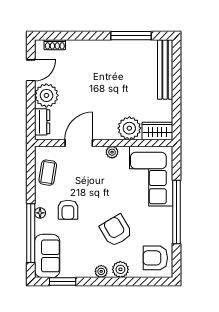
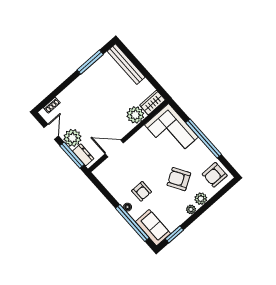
window: (31, 112) -> (72, 155), added
door: (79, 143) -> (114, 148), hinge flipped
plant: (112, 152) -> (138, 137), removed
coffee table: (48, 173) -> (112, 181), removed

